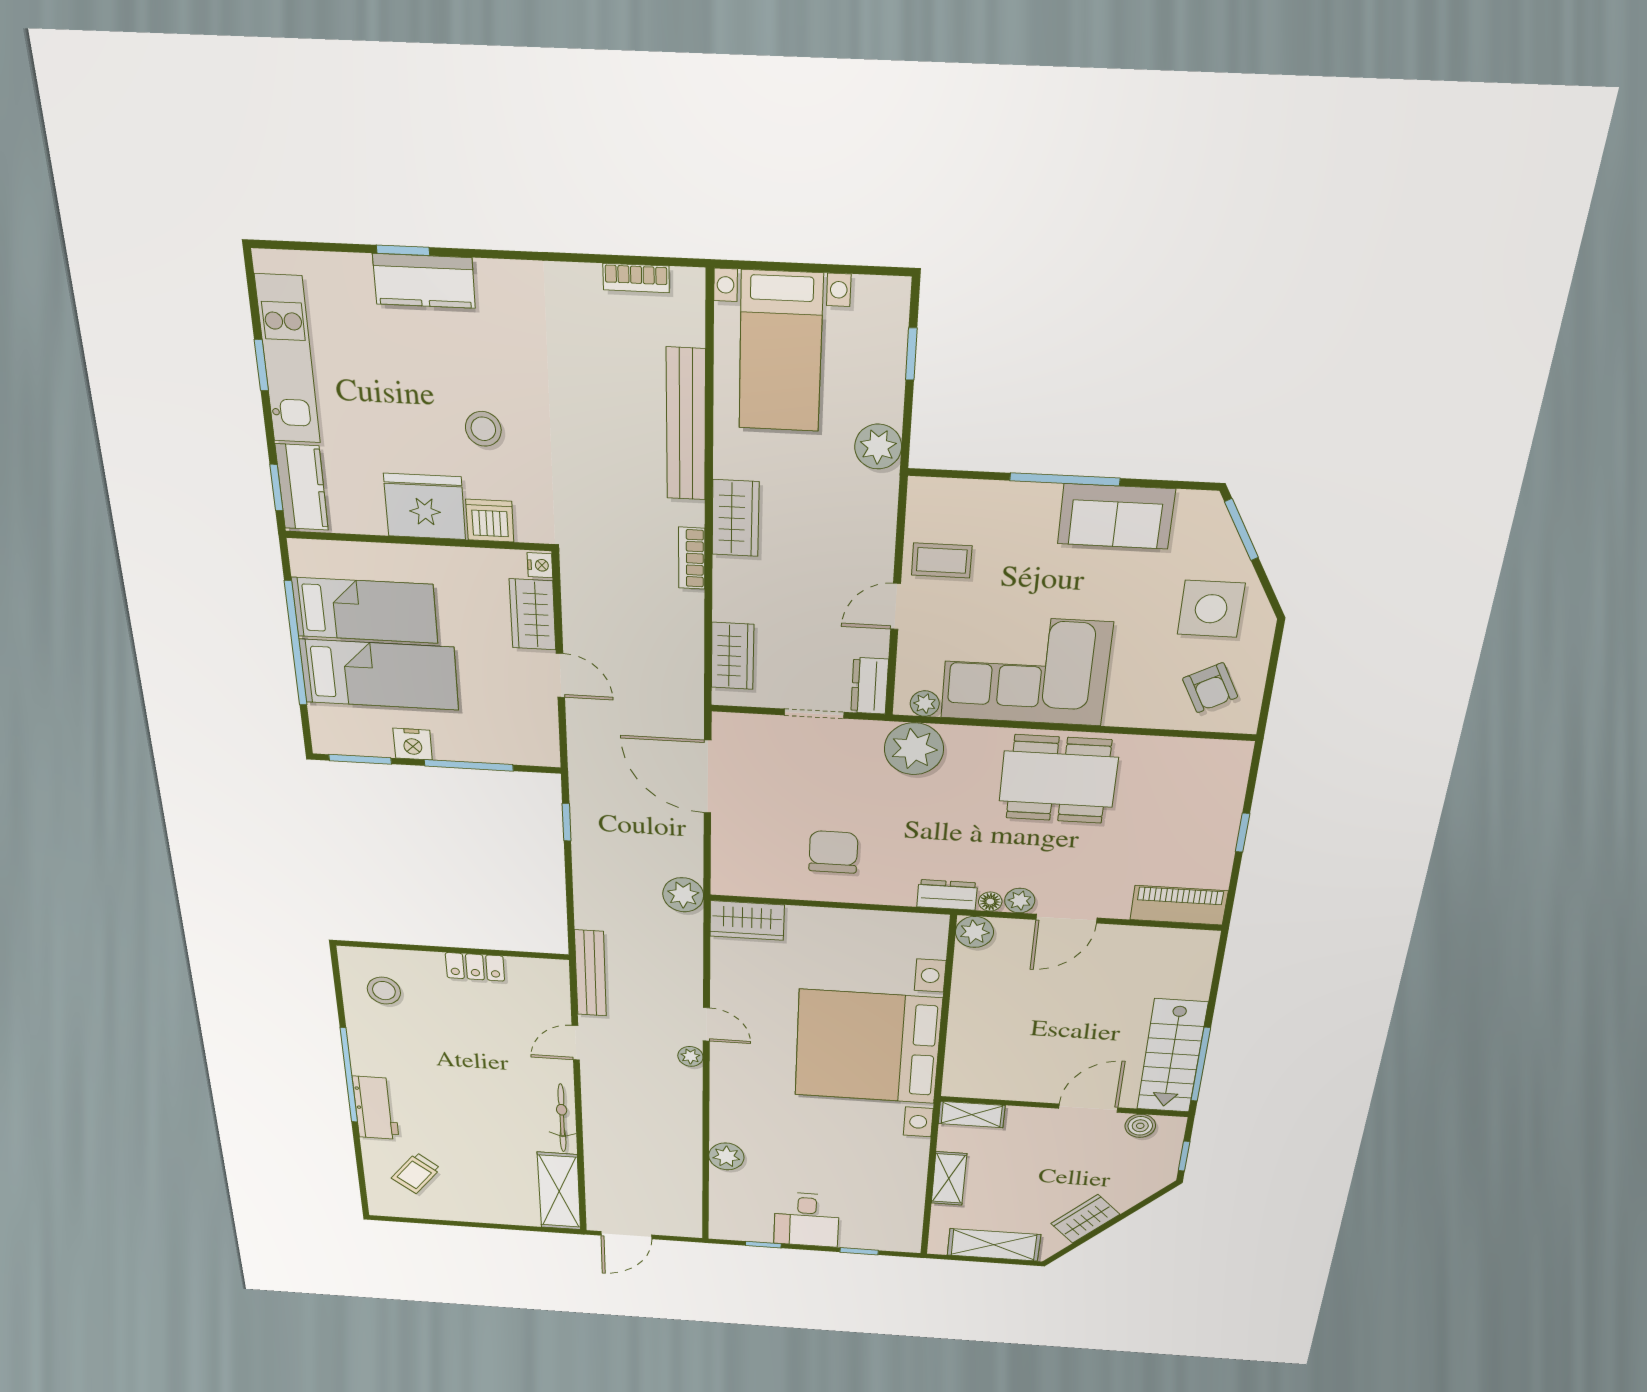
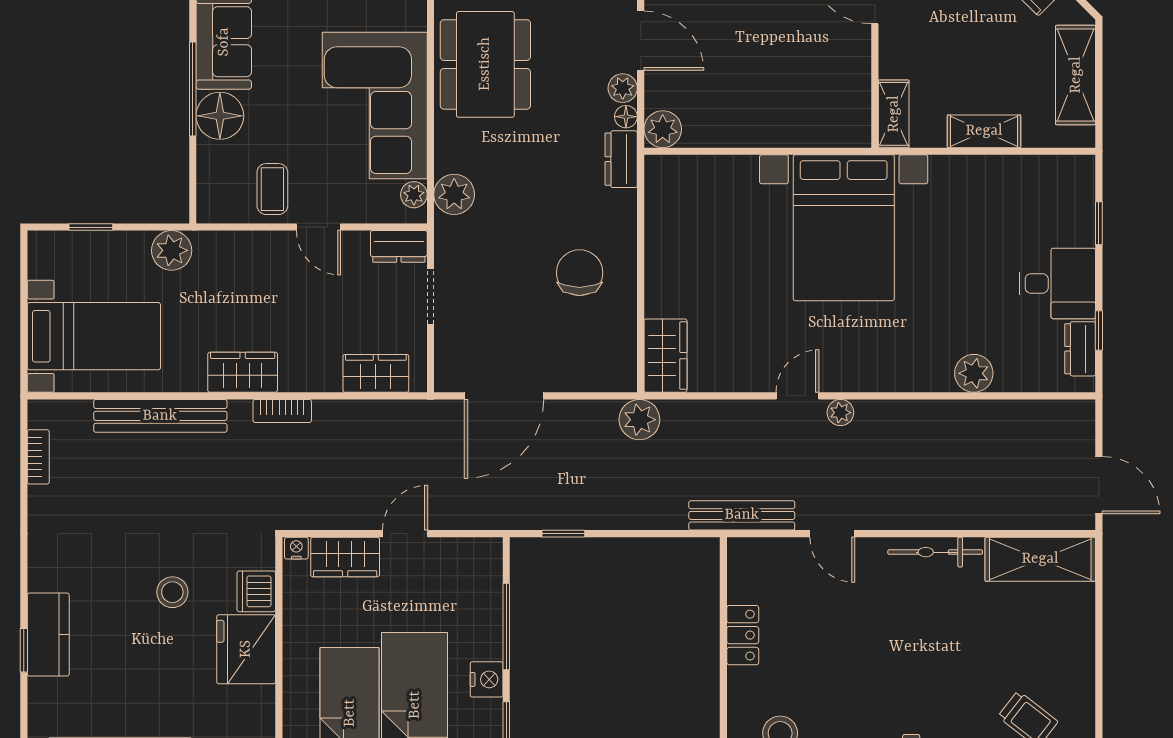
floor lamp: (1031, 508) -> (220, 116), added
plant: (914, 749) -> (454, 194), width x0.73, depth x0.73
chair: (833, 852) -> (580, 273), turned 90
bed with nightstands: (868, 1047) -> (844, 228), width x0.73
dresser: (747, 1231) -> (1080, 349), added

